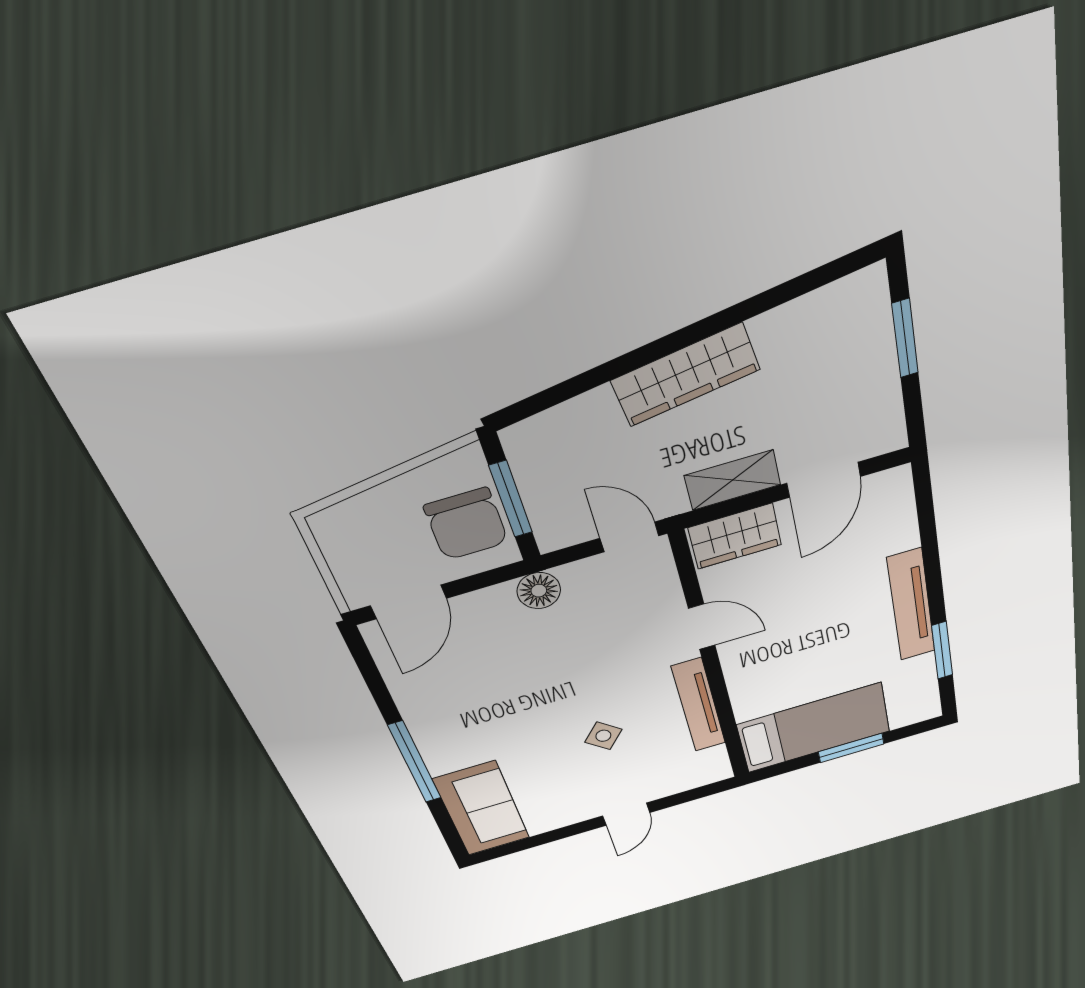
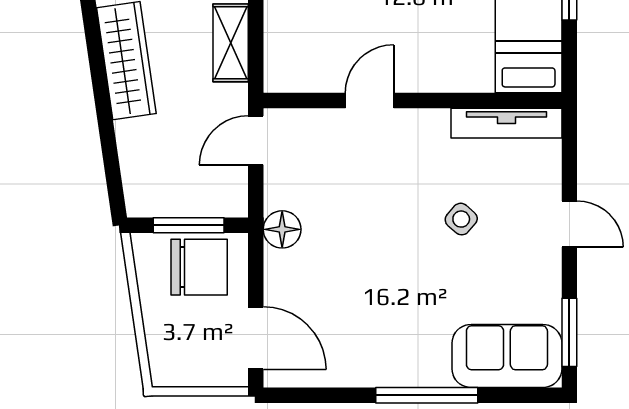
wardrobe: (735, 536) -> (285, 52), removed
tv unit: (699, 705) -> (506, 123), moved
window: (524, 844) -> (569, 332), added

